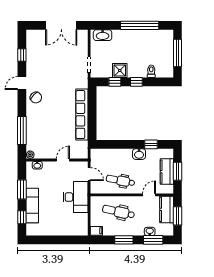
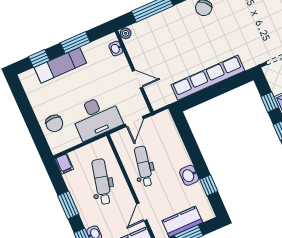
door: (149, 195) -> (142, 212), swing flipped
chair: (68, 226) -> (54, 123), added

